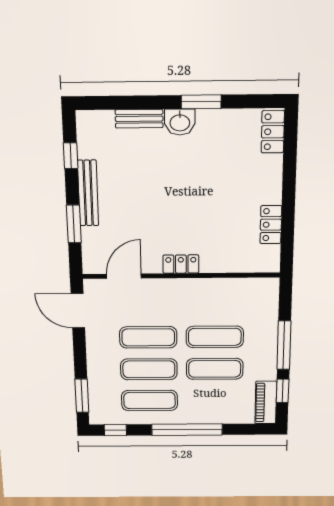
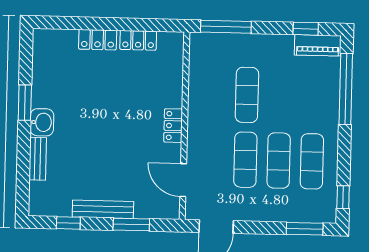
locker: (273, 132) -> (98, 40), moved
window: (284, 345) -> (226, 27), moved
exercise mat: (215, 369) -> (280, 96), removed
window: (187, 430) -> (346, 89), moved

